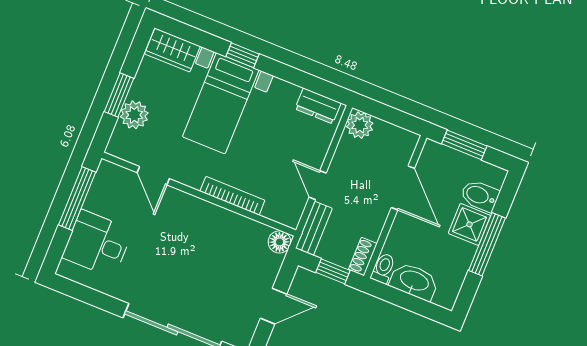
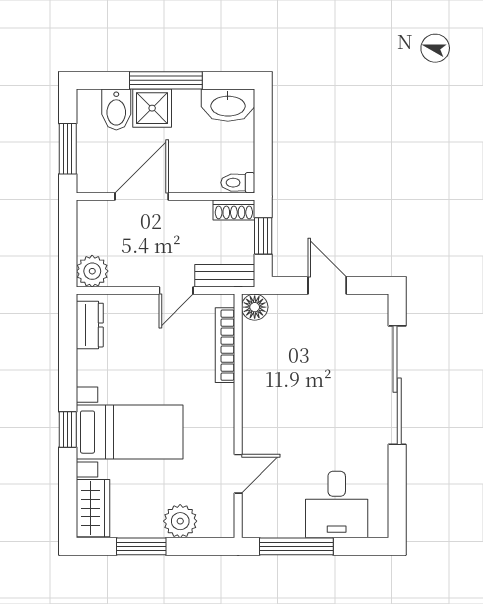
window: (119, 95) -> (141, 546), moved
bookcase: (232, 196) -> (225, 345), moved
washbasin: (414, 281) -> (228, 105), moved, turned -90

